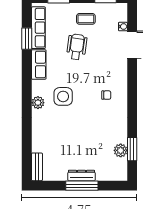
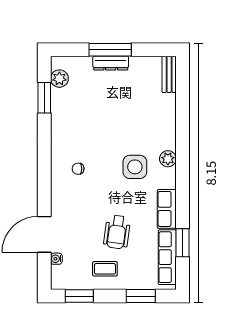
plant: (121, 150) -> (59, 79), moved

